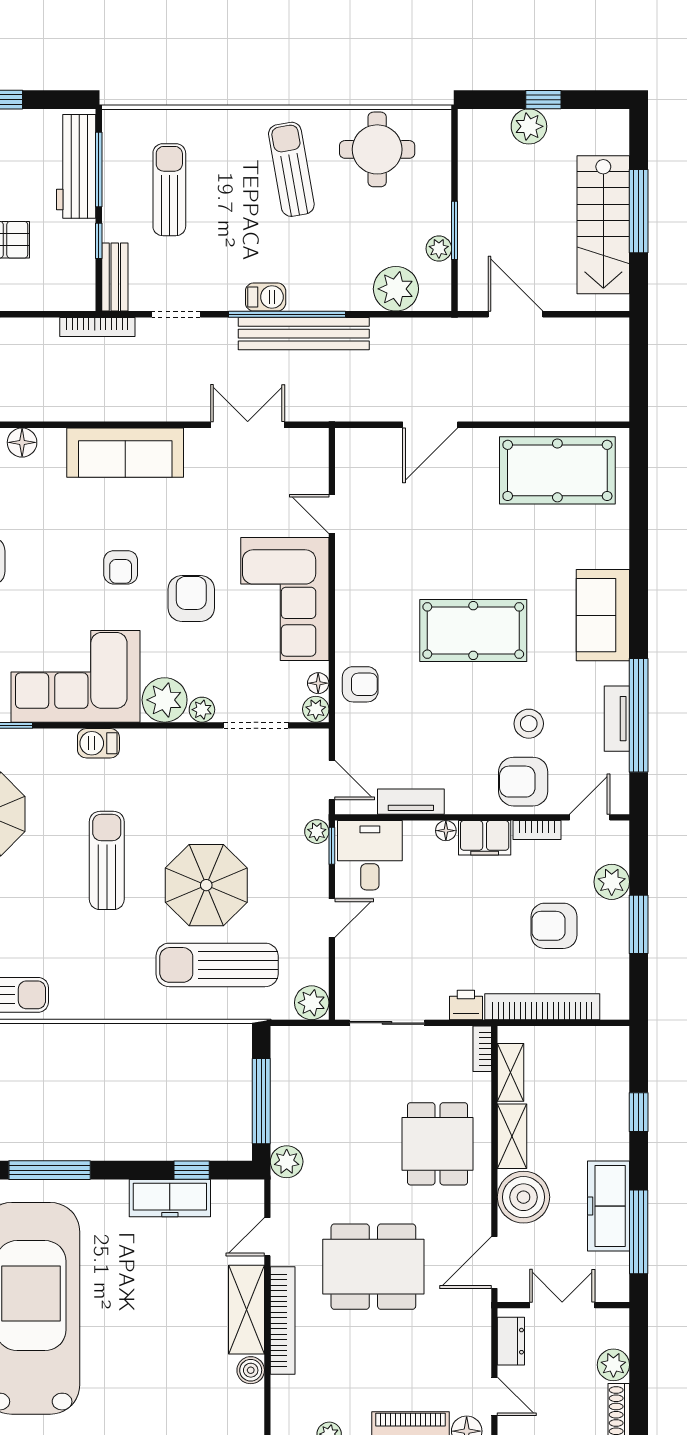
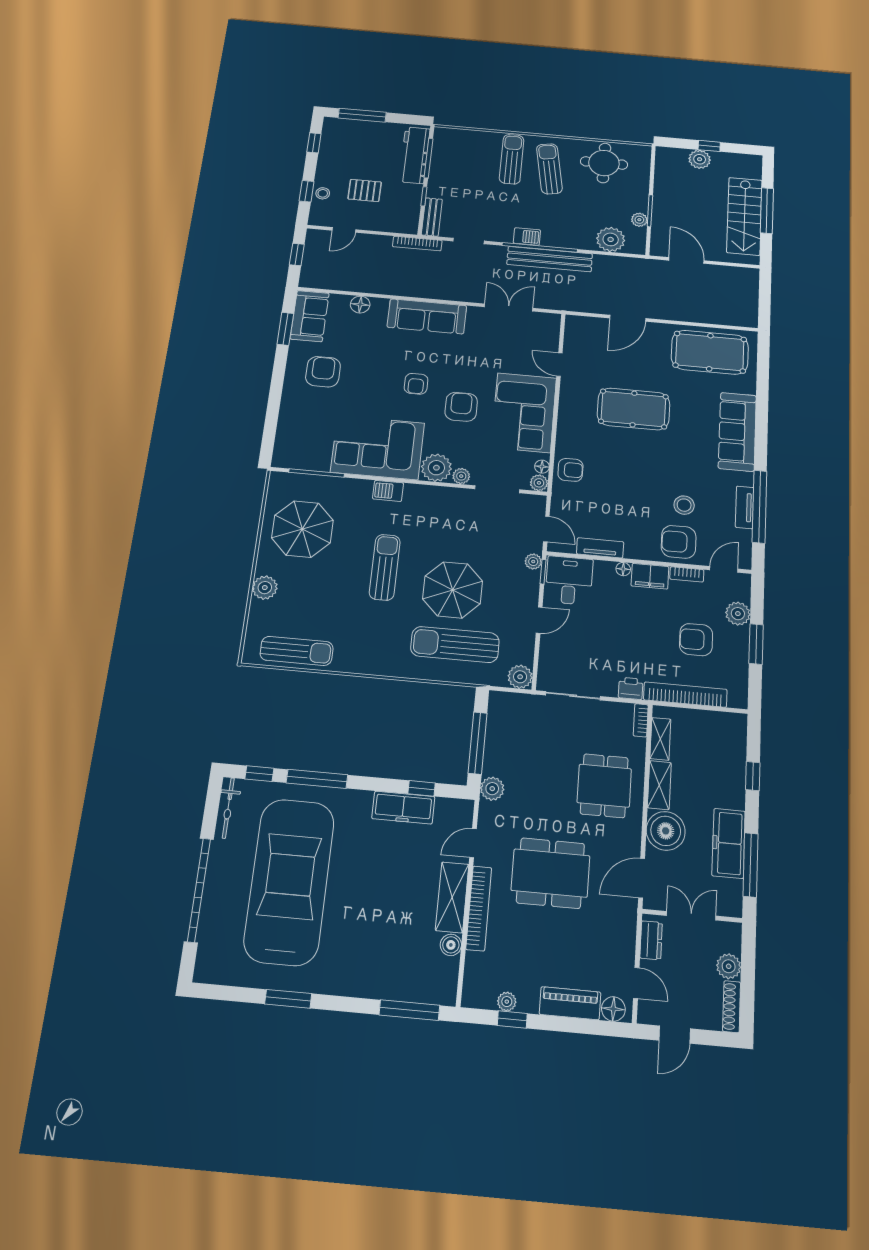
sun lounger: (169, 190) -> (512, 159), moved
sofa: (603, 615) -> (737, 432), width x1.36
pool table: (473, 631) -> (633, 409), moved

